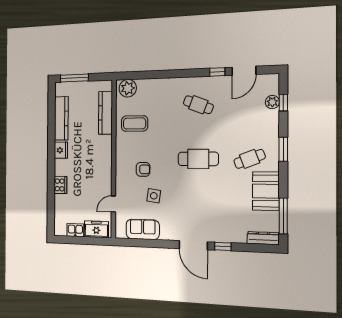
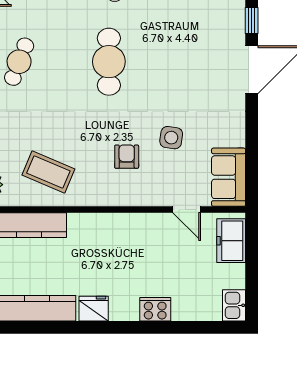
coffee table: (135, 123) -> (48, 172), turned -67
sofa: (143, 229) -> (229, 177), moved
kitchen sink: (75, 230) -> (234, 305), moved

